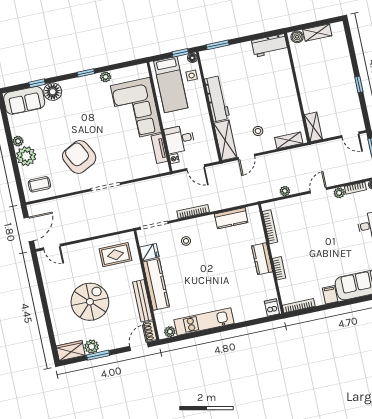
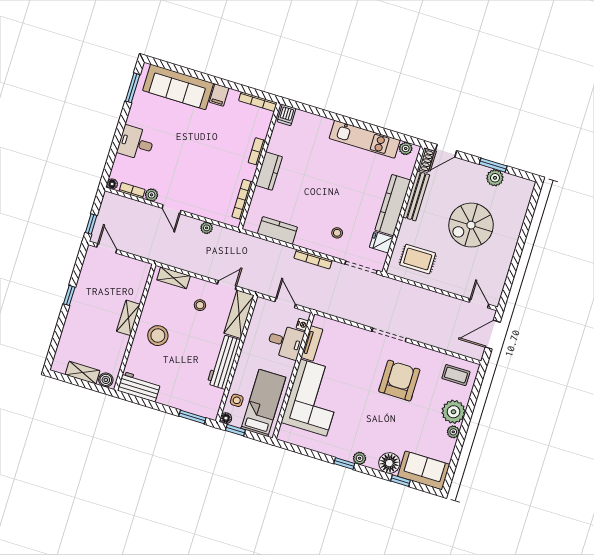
plant: (105, 77) -> (360, 458), moved
stool: (277, 91) -> (158, 336), added
shelving: (313, 127) -> (128, 318), moved
armchair: (79, 157) -> (399, 381), turned -153
door: (318, 190) -> (172, 209), hinge flipped
wardrobe: (71, 351) -> (519, 186), removed

